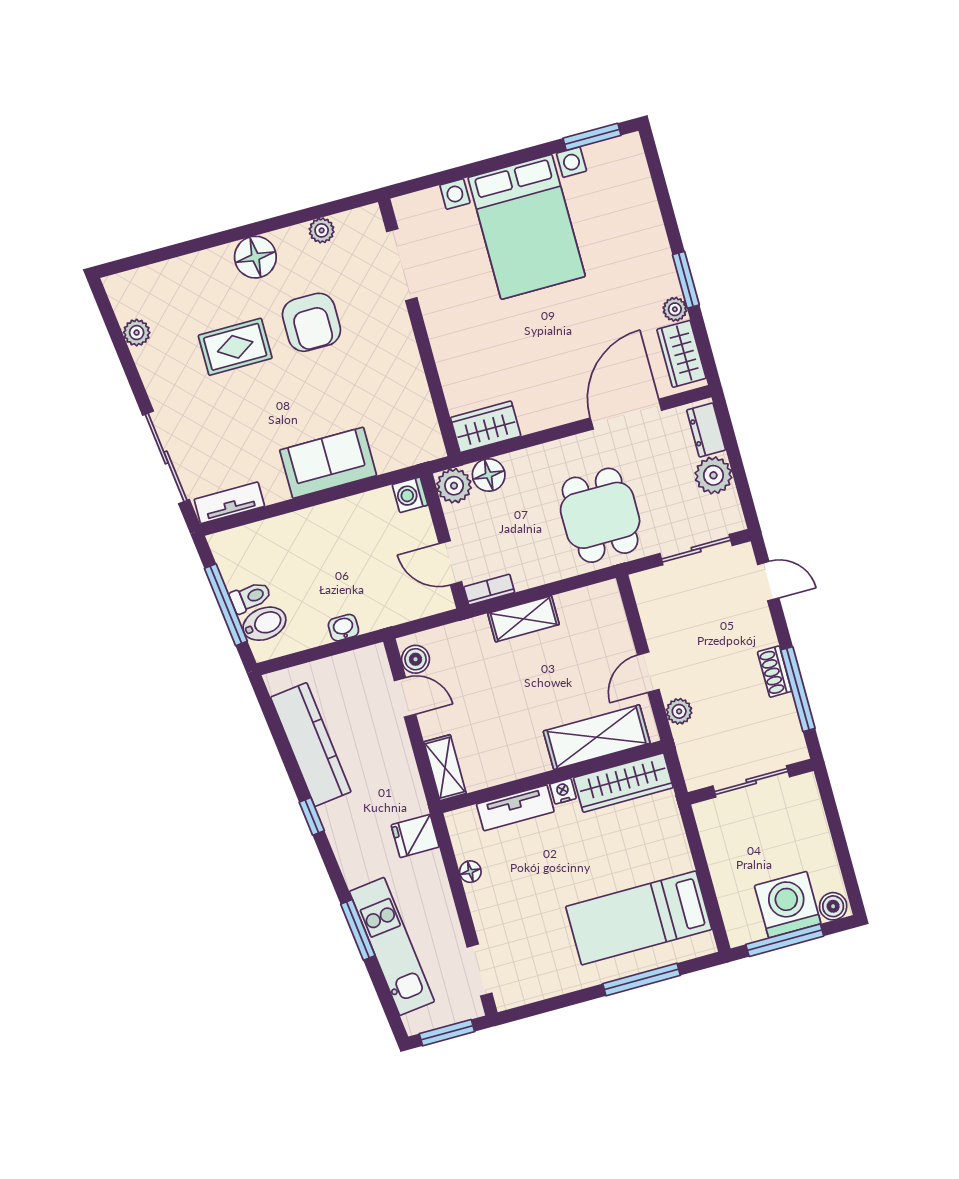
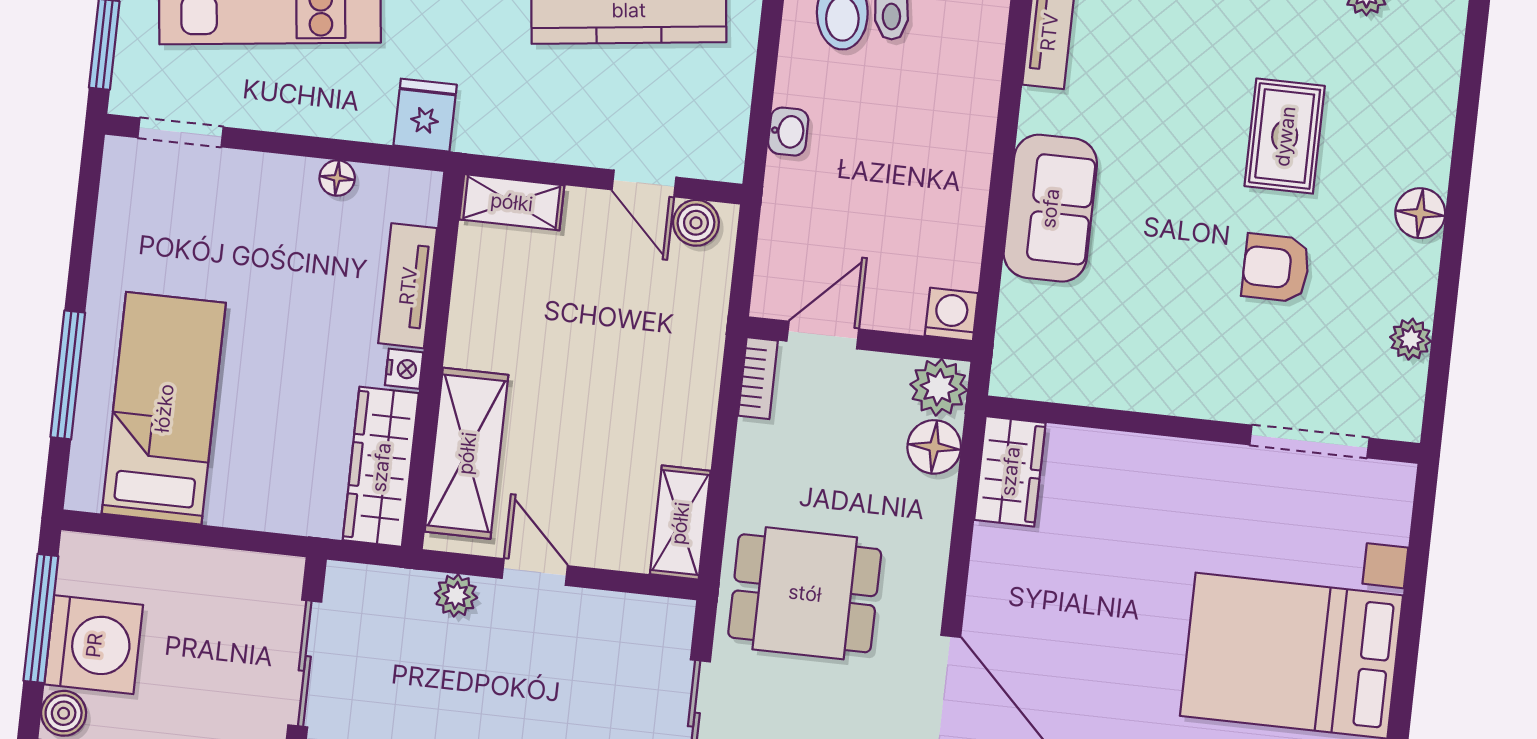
floor lamp: (255, 257) -> (1420, 213), width x0.73, depth x0.73
armchair: (311, 322) -> (1276, 268), width x0.72, depth x0.72
shelving: (523, 619) -> (680, 523), moved
door: (405, 697) -> (644, 184), hinge flipped

